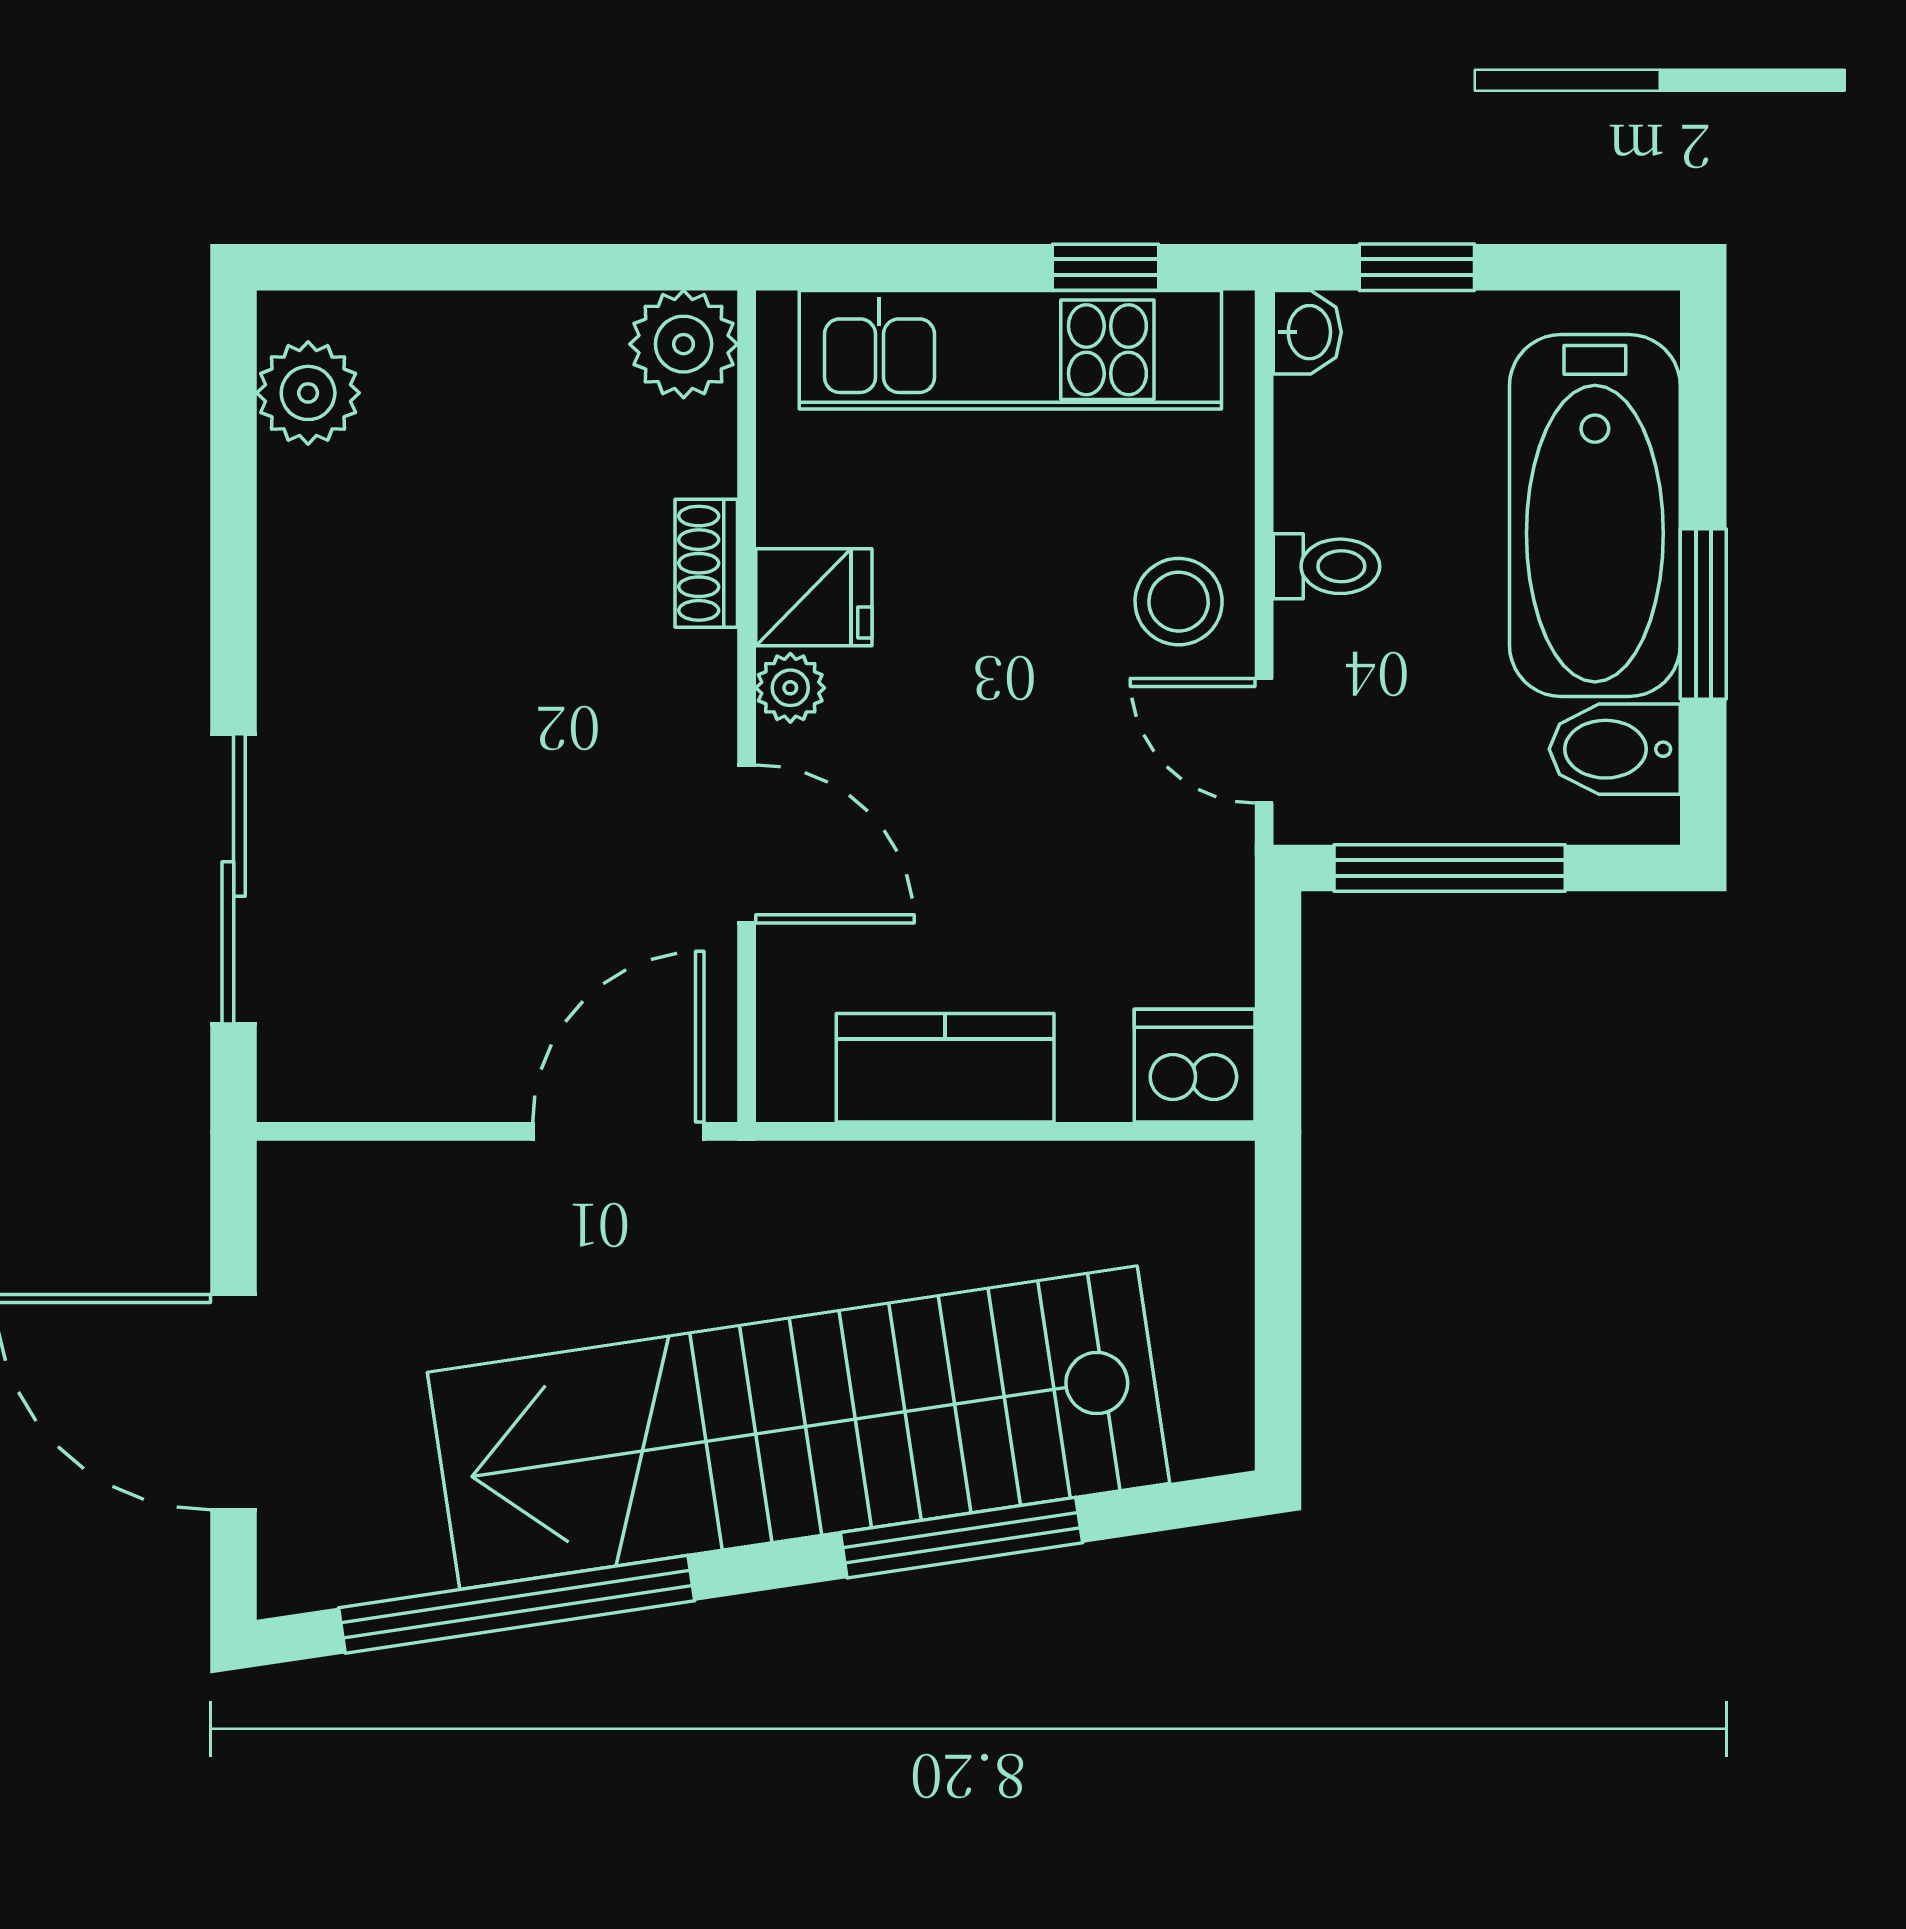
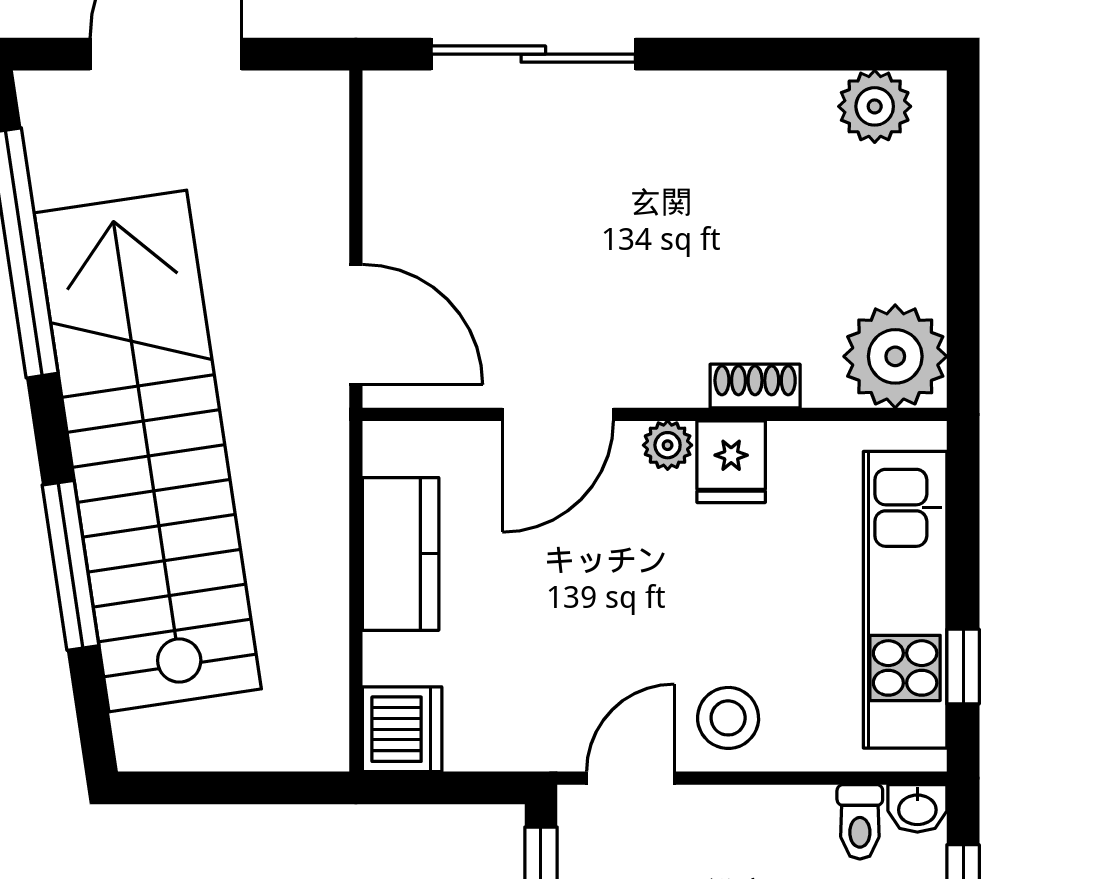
plant: (684, 344) -> (895, 356), width x1.36, depth x1.36
toilet: (1327, 566) -> (860, 822), moved

